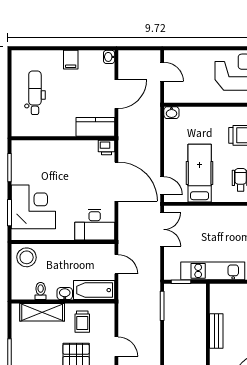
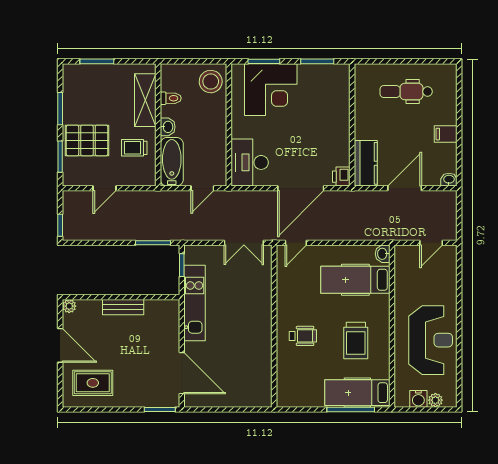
dental chair: (35, 93) -> (406, 92), turned 180
door: (116, 94) -> (405, 188), swing flipped
hospital bed: (200, 173) -> (355, 280), moved, turned 180

